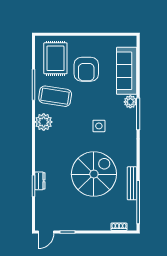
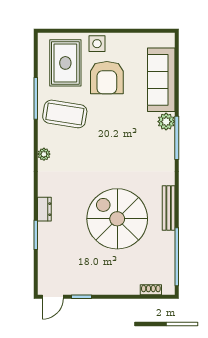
plant: (44, 122) -> (44, 154), width x0.53, depth x0.53
side table: (99, 126) -> (97, 44), moved
spiral stairs: (94, 174) -> (117, 219), turned -90
dresser: (40, 181) -> (44, 209), moved
bench: (132, 183) -> (169, 208), moved

